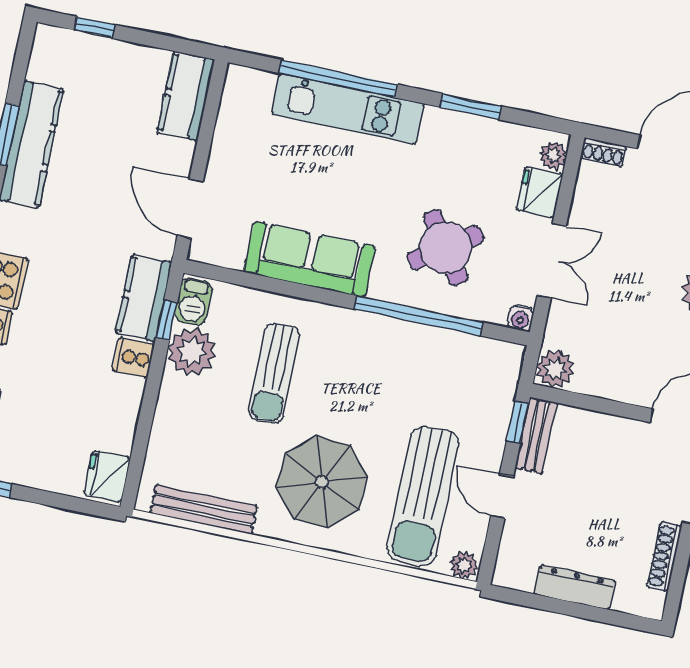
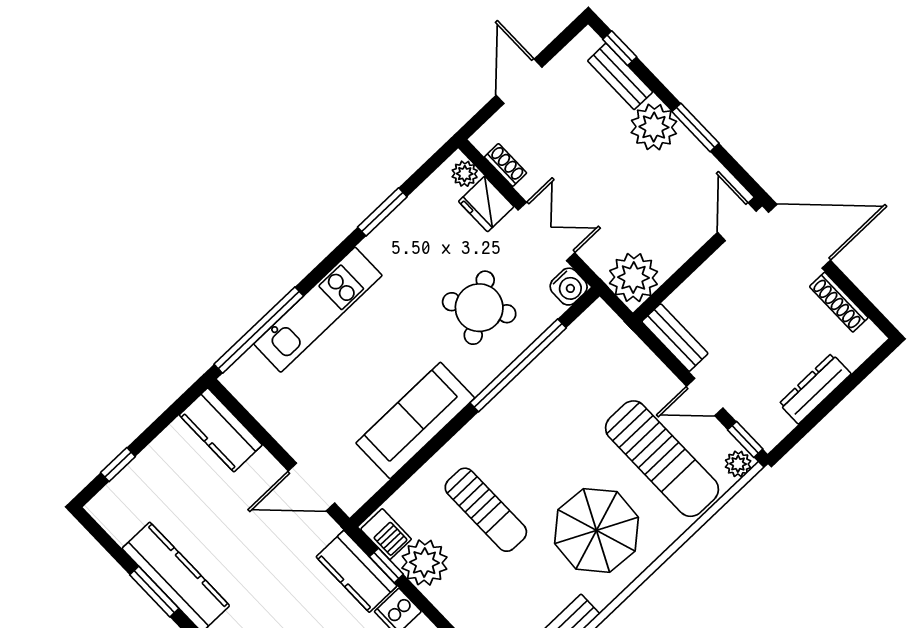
window: (338, 79) -> (259, 330), moved
shoe rack: (603, 152) -> (506, 165), moved, turned -90
water cooler: (521, 318) -> (569, 287), width x1.38, depth x1.38
plant: (555, 369) -> (634, 278), width x1.36, depth x1.36
window: (518, 422) -> (745, 439), moved

